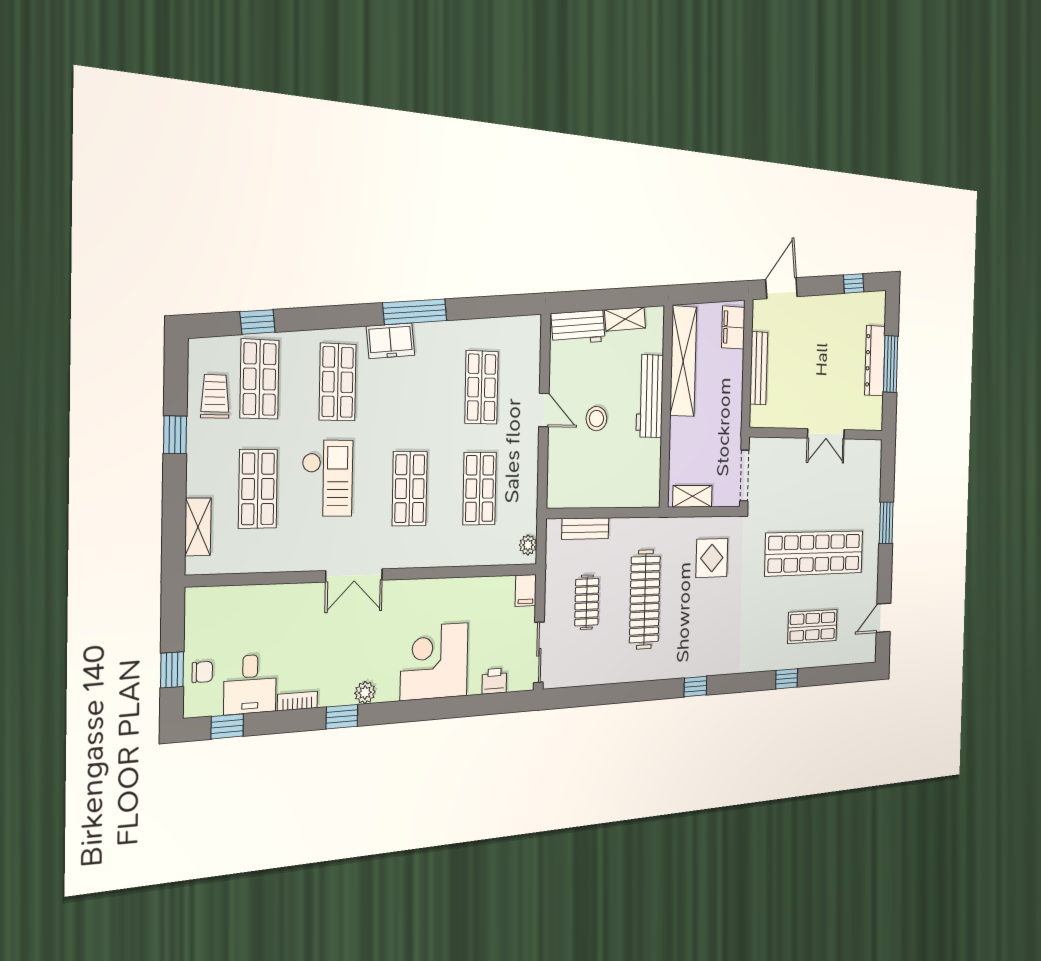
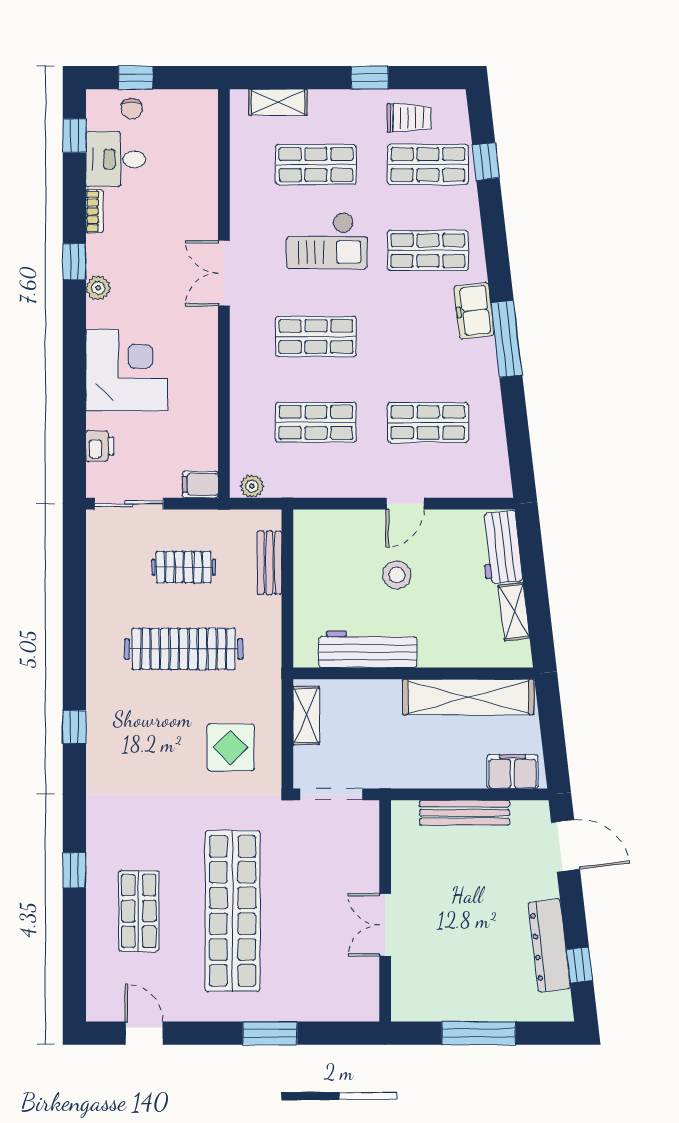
dresser: (875, 361) -> (549, 945), moved, turned -97
workbench: (650, 396) -> (368, 649), moved

